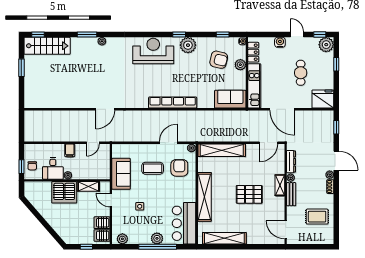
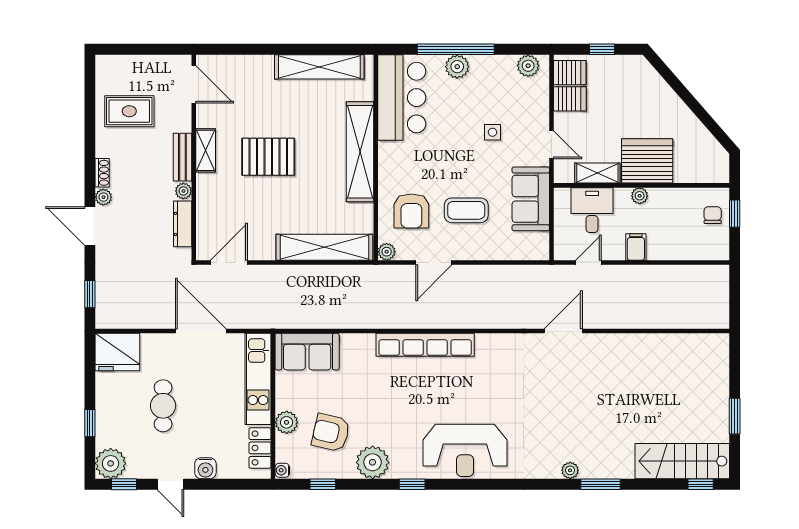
plant: (188, 45) -> (373, 462), moved
desk: (53, 168) -> (592, 210), moved
shelving: (280, 185) -> (206, 150), moved

